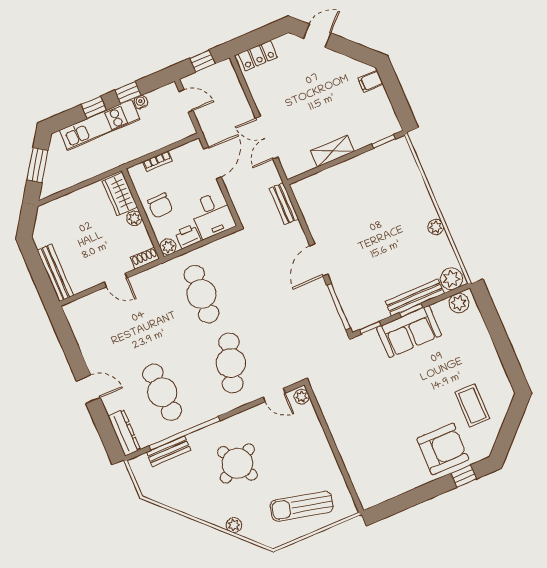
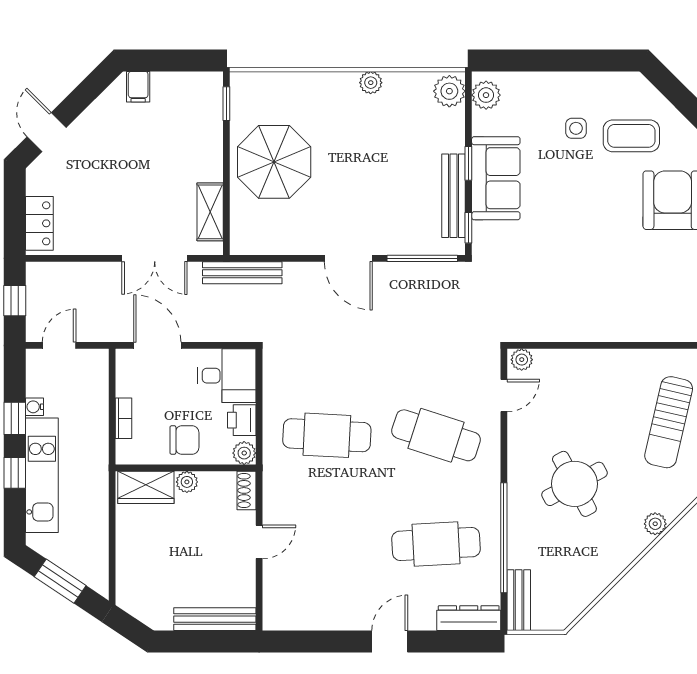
shelving: (333, 151) -> (210, 212), moved
parasol: (360, 187) -> (274, 162), added
bench: (284, 204) -> (242, 273), width x1.36
bench: (415, 298) -> (453, 196), moved
side table: (462, 369) -> (576, 128), added
bench: (169, 451) -> (519, 600), moved

